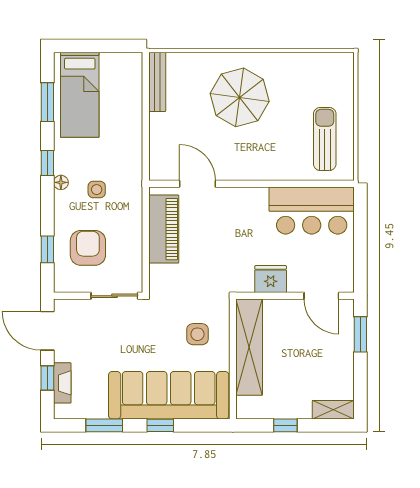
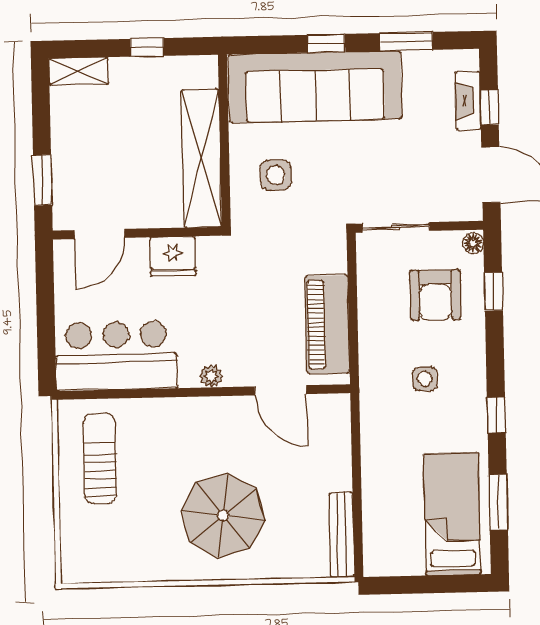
sun lounger: (325, 139) -> (100, 459), turned 180
floor lamp: (61, 182) -> (473, 243), moved
plant: (246, 195) -> (211, 376), added
door: (321, 296) -> (100, 234), swing flipped

